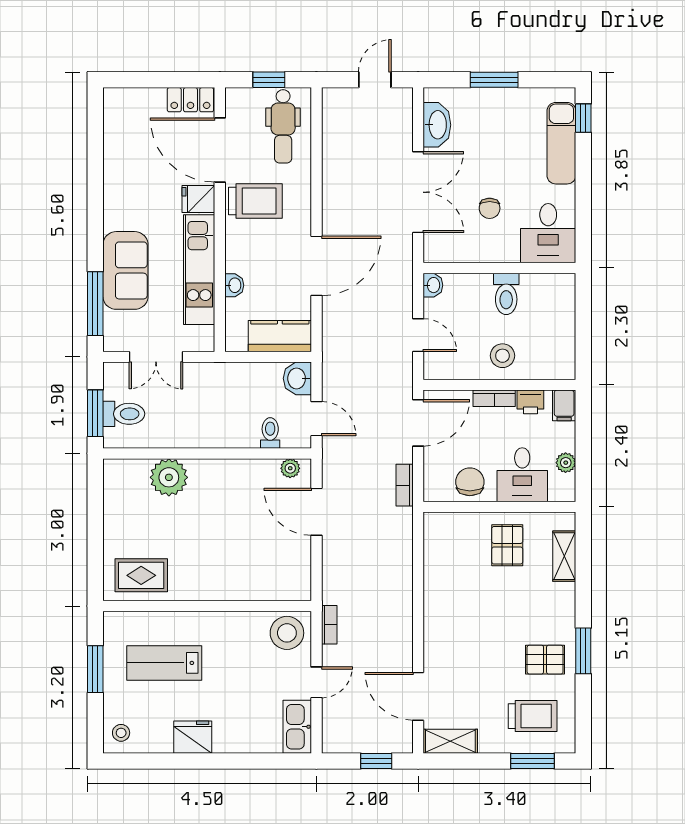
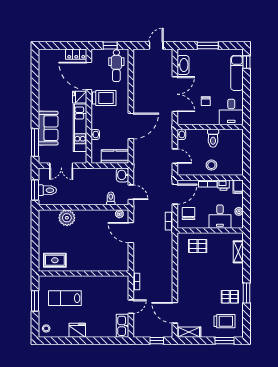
chair: (470, 482) -> (189, 214), moved
pallet: (507, 545) -> (198, 246), moved, turned 90
stool: (287, 633) -> (118, 285), removed

